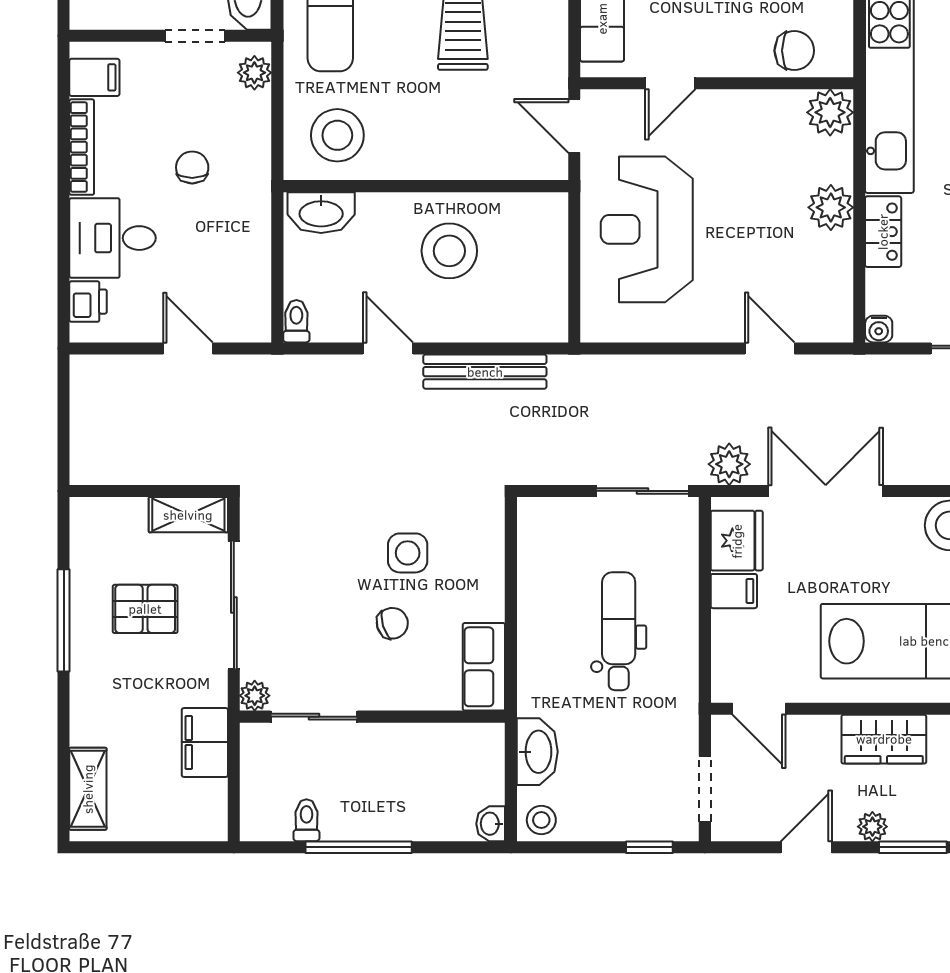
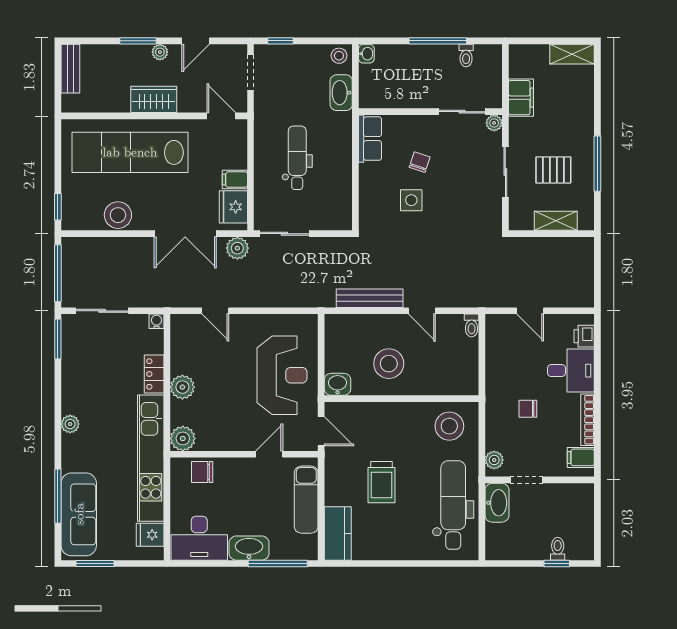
chair: (192, 167) -> (528, 409), turned 90
washbasin: (321, 213) -> (338, 384), moved, width x0.72
shelving: (188, 515) -> (556, 221), moved
sliding door: (234, 605) -> (505, 172), width x0.73
chair: (392, 623) -> (420, 162), turned 125
dental chair: (619, 631) -> (297, 158), turned 180
shelving: (88, 789) -> (572, 54), moved, turned 90

